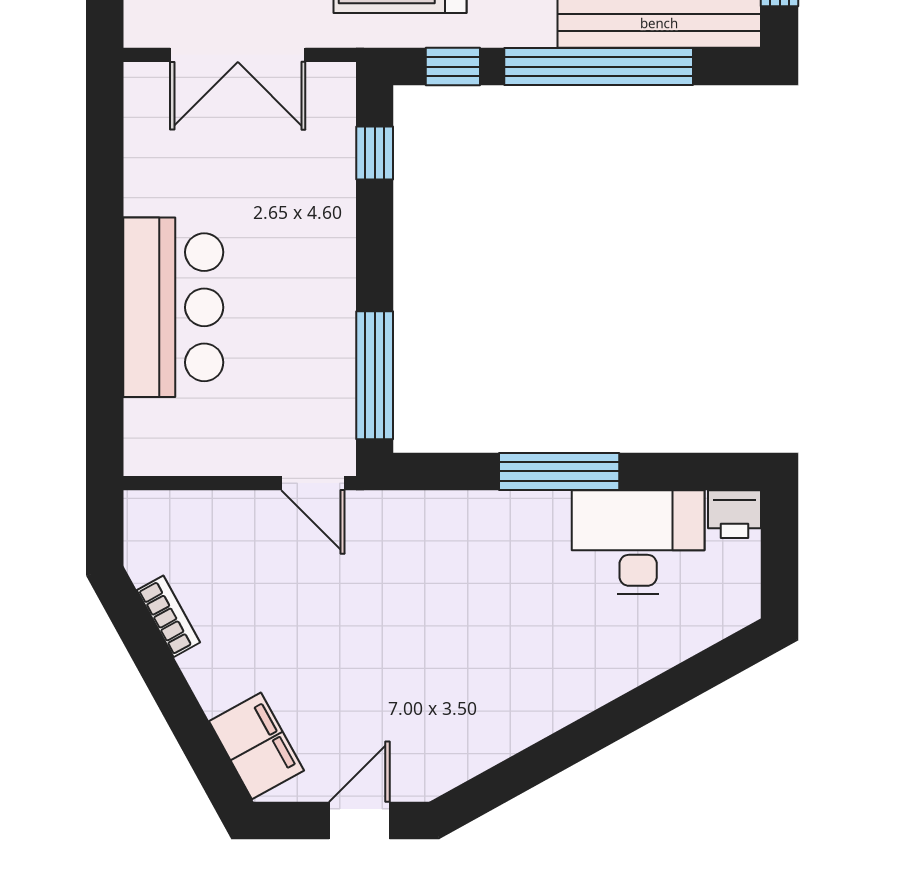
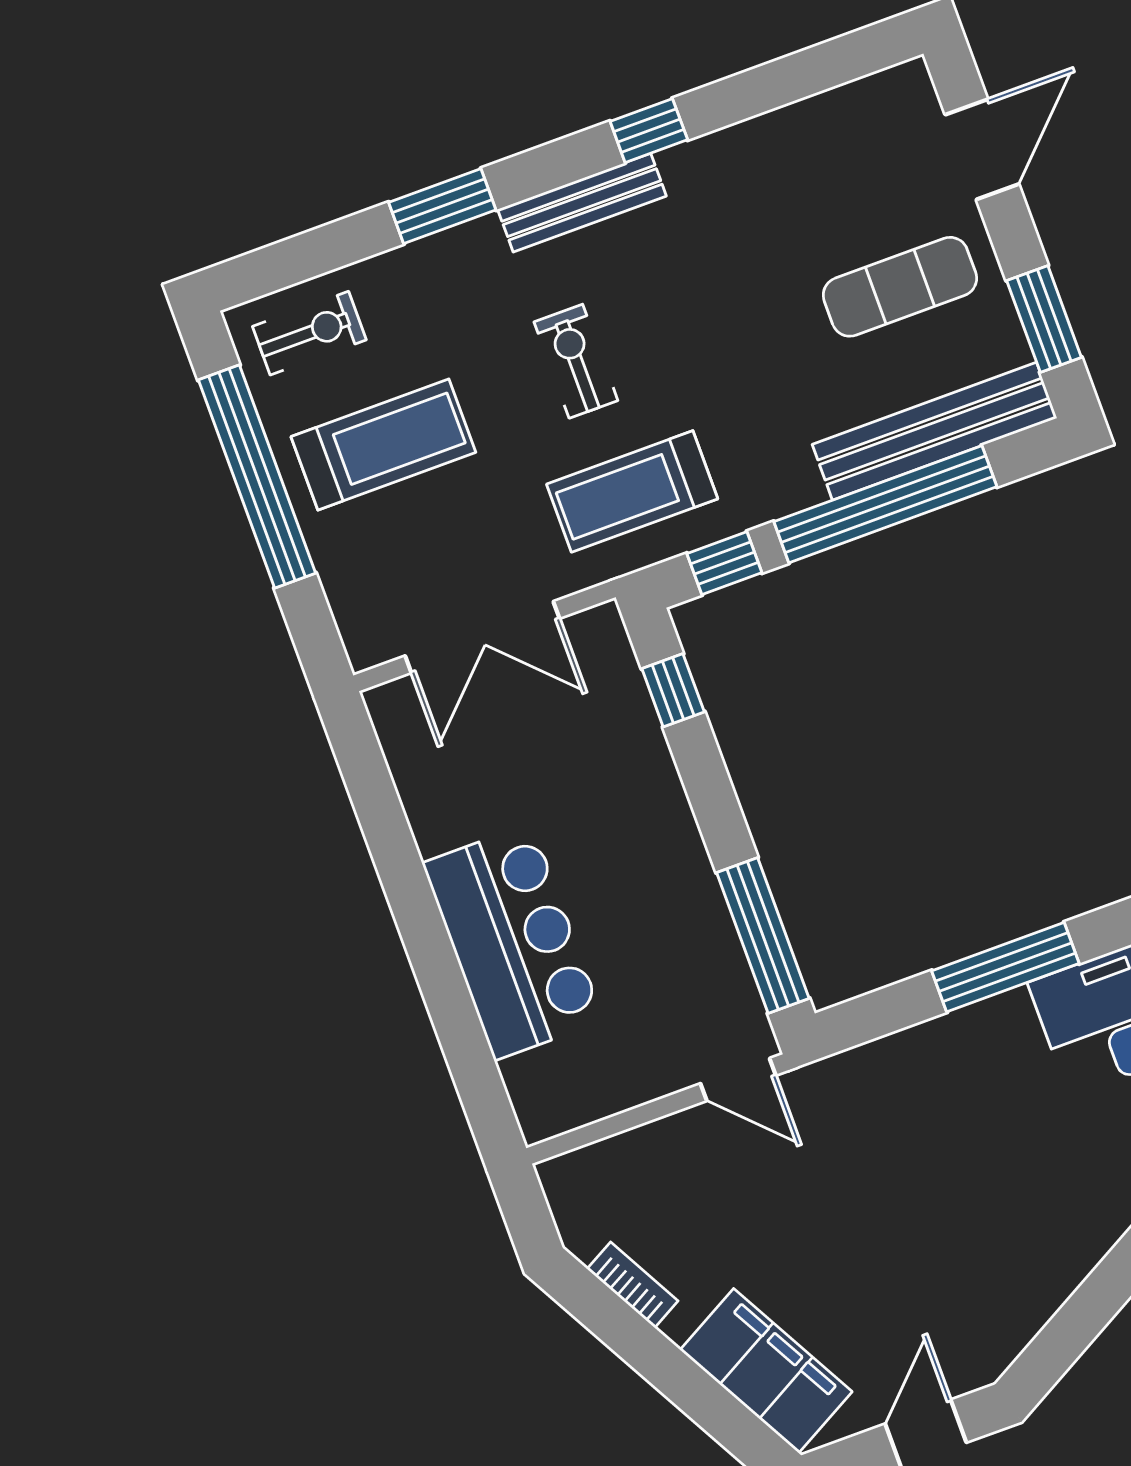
filing cabinet: (256, 746) -> (766, 1371), width x1.50, depth x1.17

